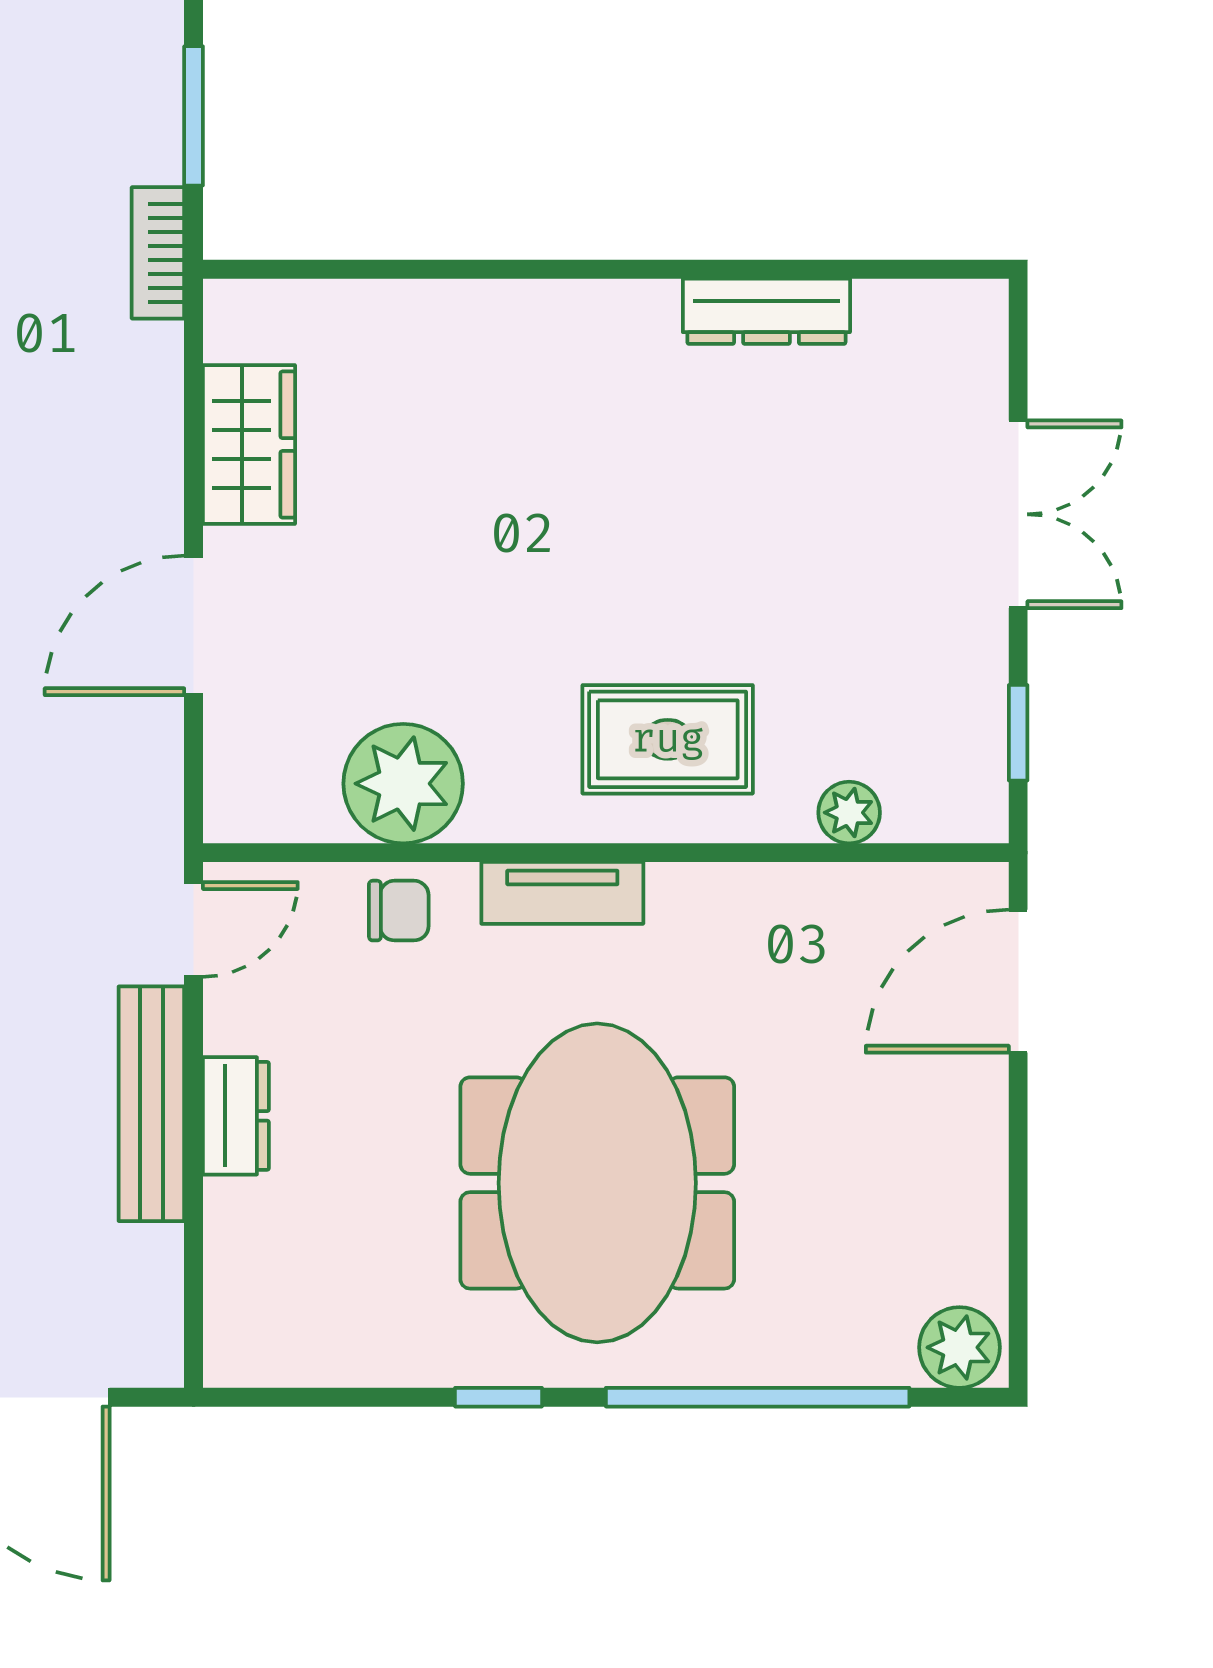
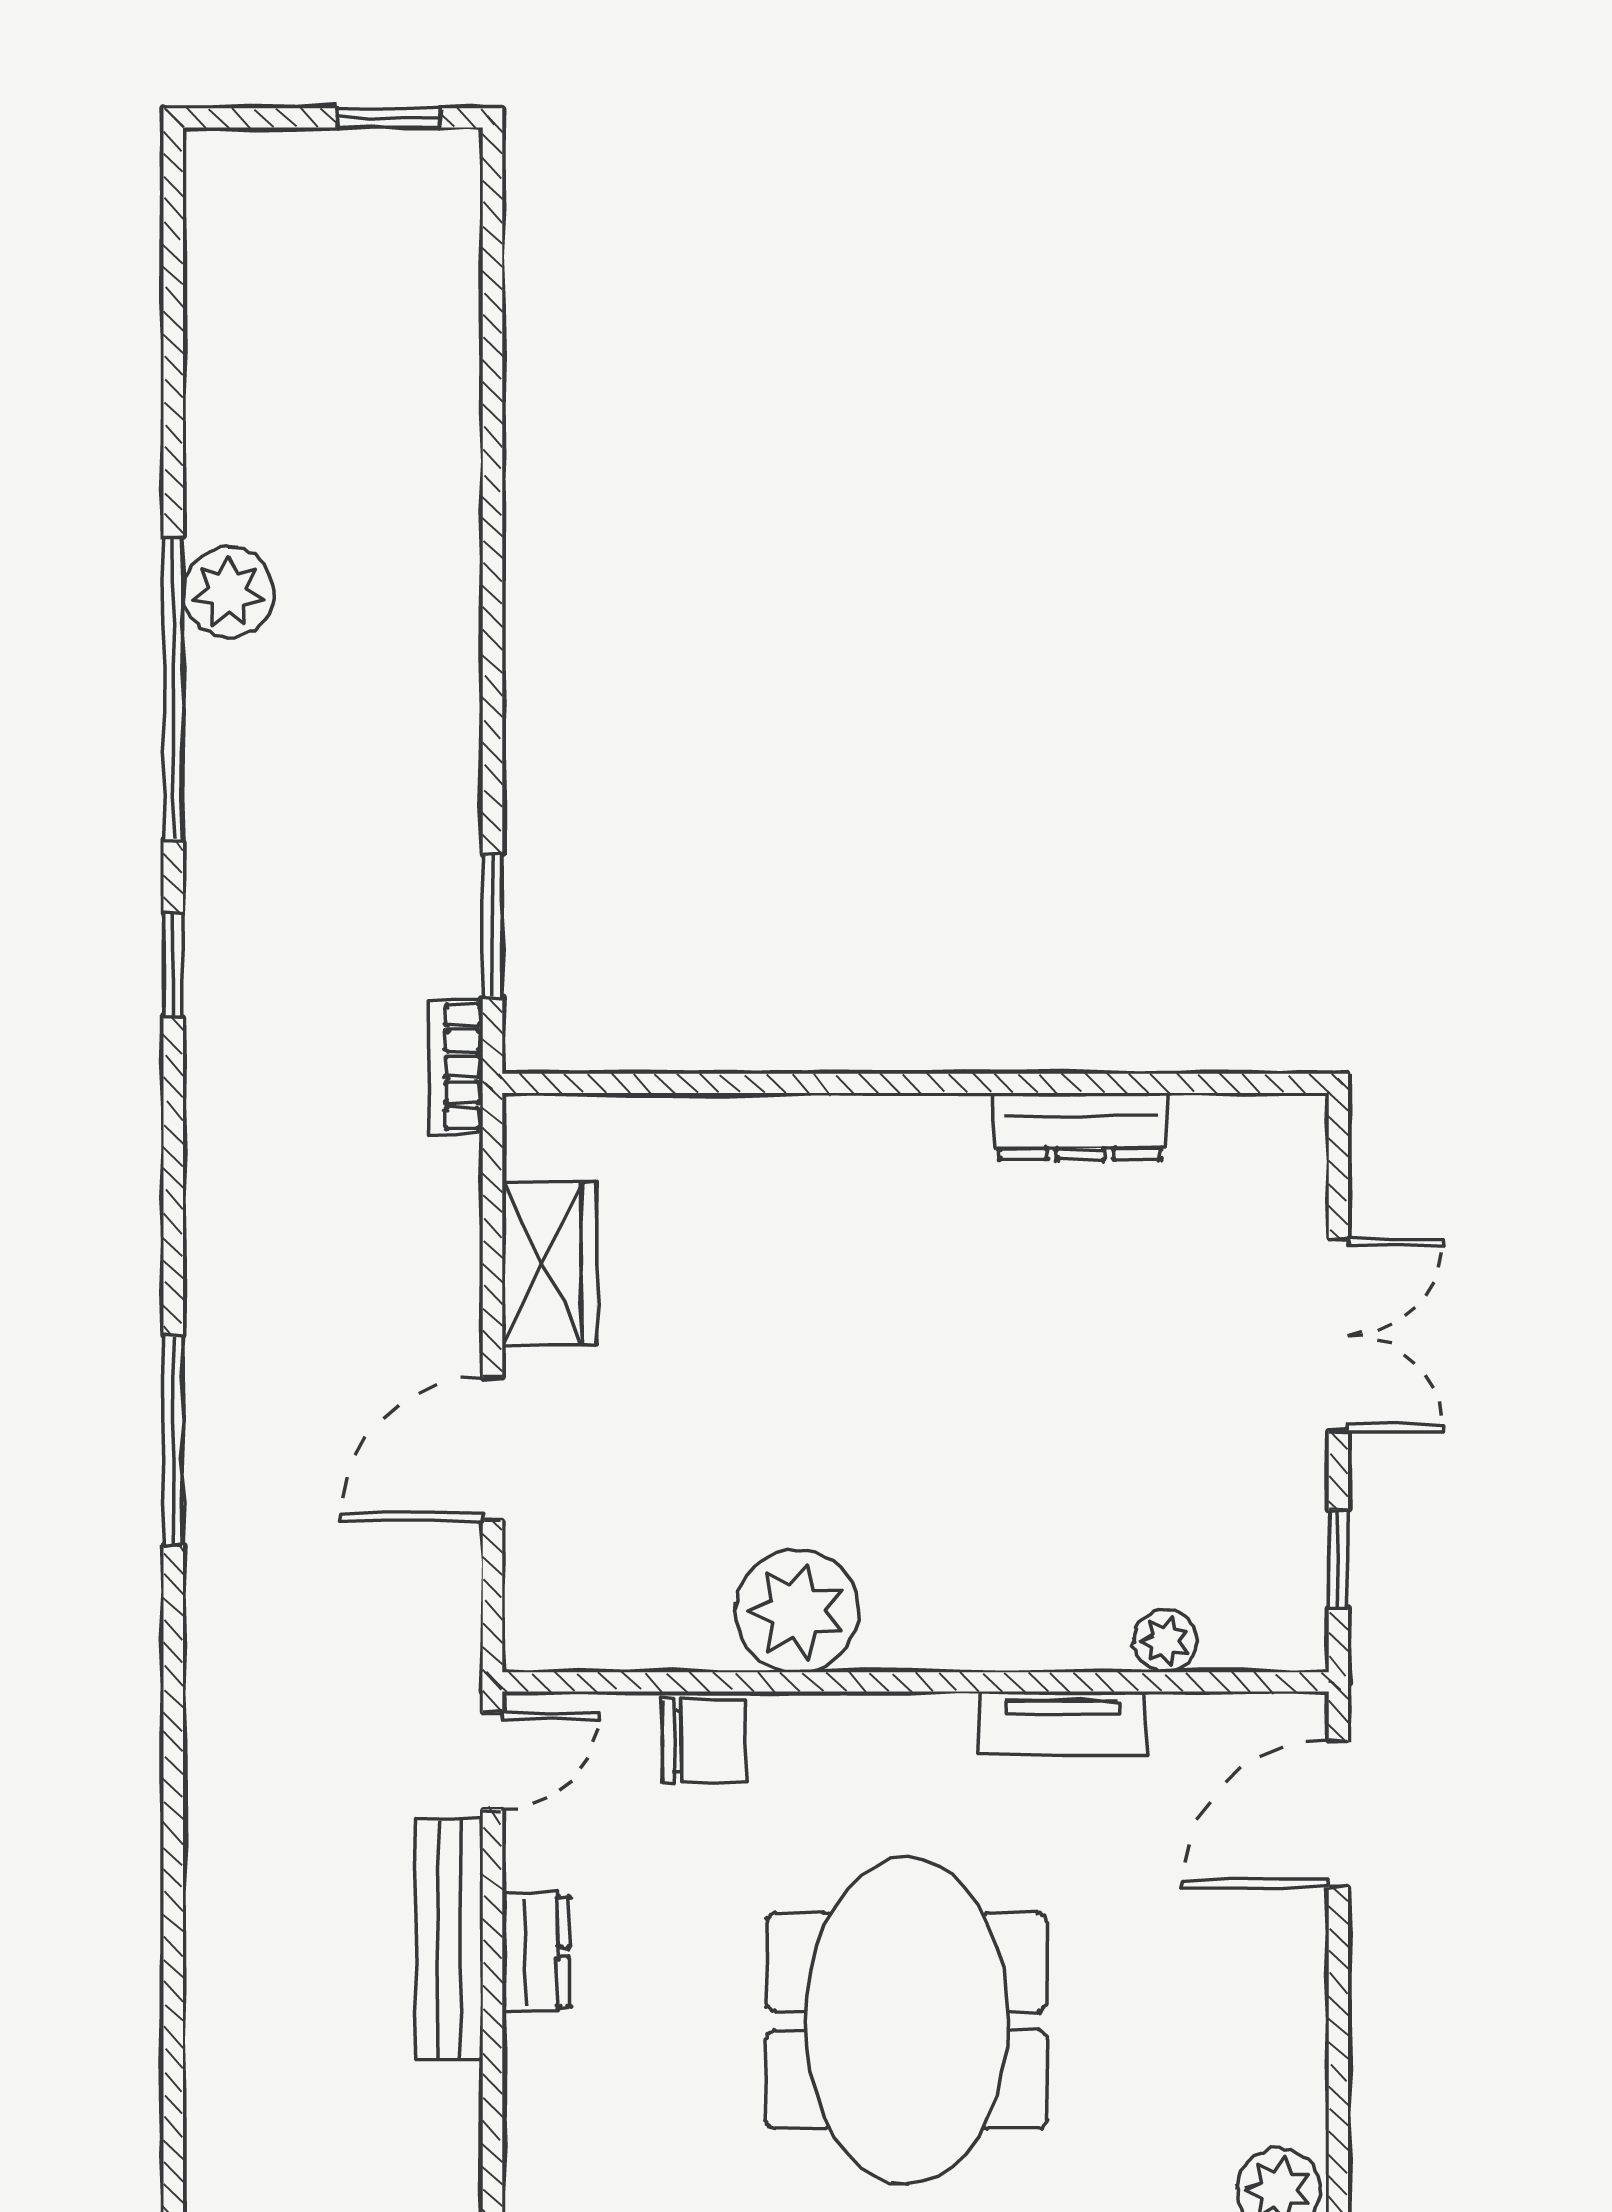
rug: (668, 739) -> (979, 1566), removed
plant: (403, 784) -> (797, 1611), moved
tv unit: (562, 893) -> (1062, 1723), moved
chair: (399, 911) -> (703, 1741), width x1.37, depth x1.37

